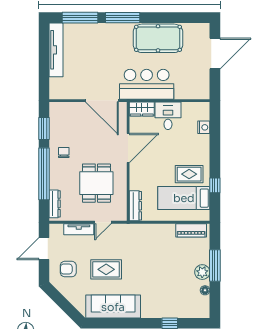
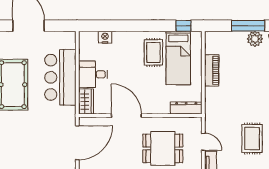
bar counter: (147, 84) -> (60, 77), moved
window: (215, 185) -> (183, 26), moved
piano: (191, 230) -> (212, 70), moved

